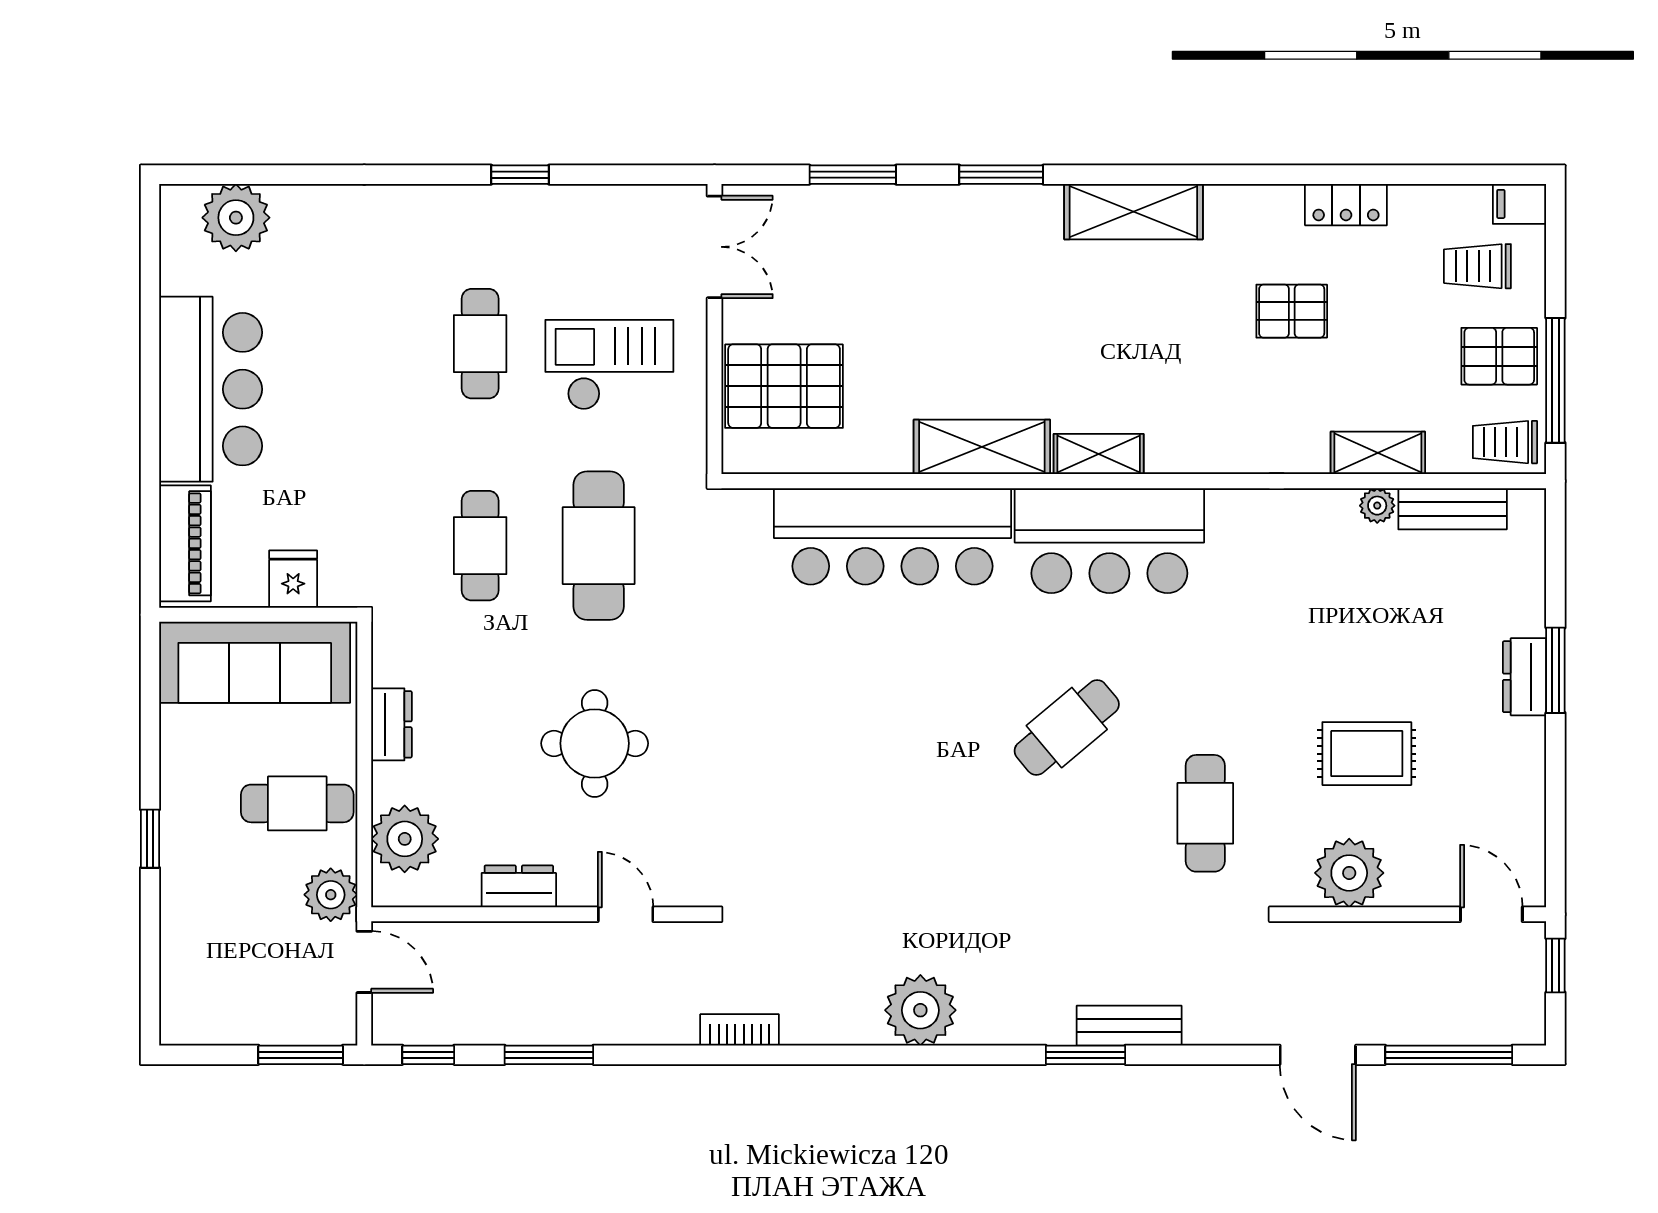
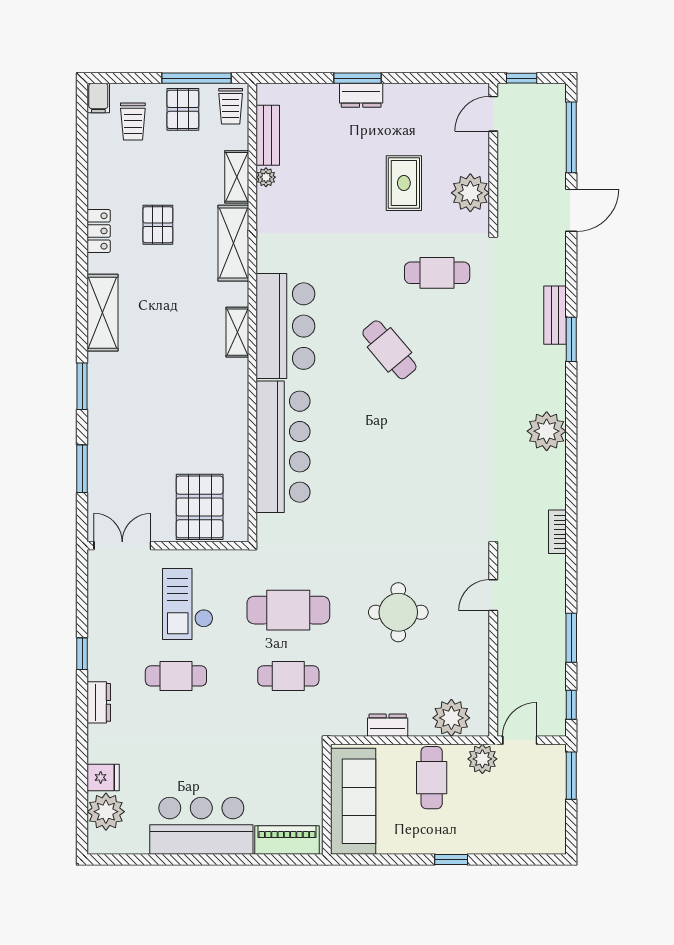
locker: (1346, 205) -> (99, 231), moved
shelving: (982, 447) -> (233, 243), moved
fridge: (293, 579) -> (103, 777), moved, turned 180
dresser: (519, 886) -> (99, 702), moved, turned 180

